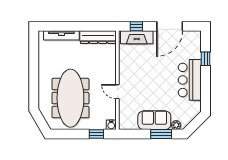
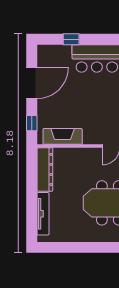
door: (170, 26) -> (32, 83), hinge flipped
fireplace: (137, 37) -> (63, 136), moved, turned -90

